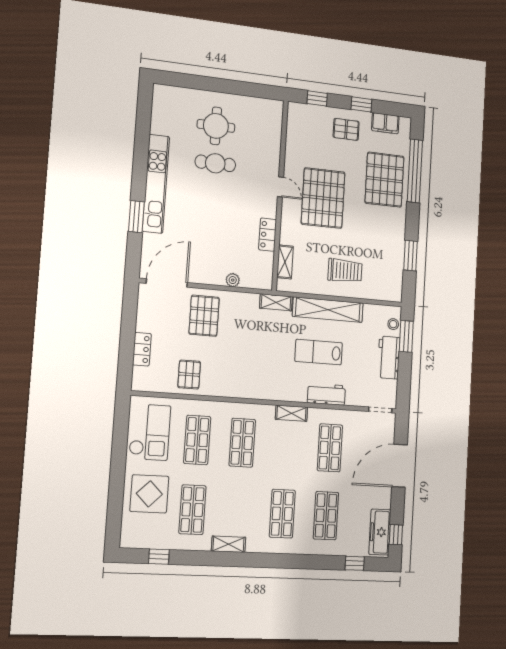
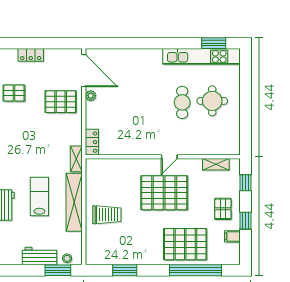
filing cabinet: (385, 123) -> (232, 236), width x0.50
kitchen unit: (156, 184) -> (201, 56), moved
window: (136, 217) -> (214, 43), moved
locker: (268, 235) -> (92, 142), moved, turned 90
shelving: (285, 262) -> (216, 164), moved
trolley: (345, 271) -> (107, 215), turned -90
plant: (233, 280) -> (91, 96), moved

